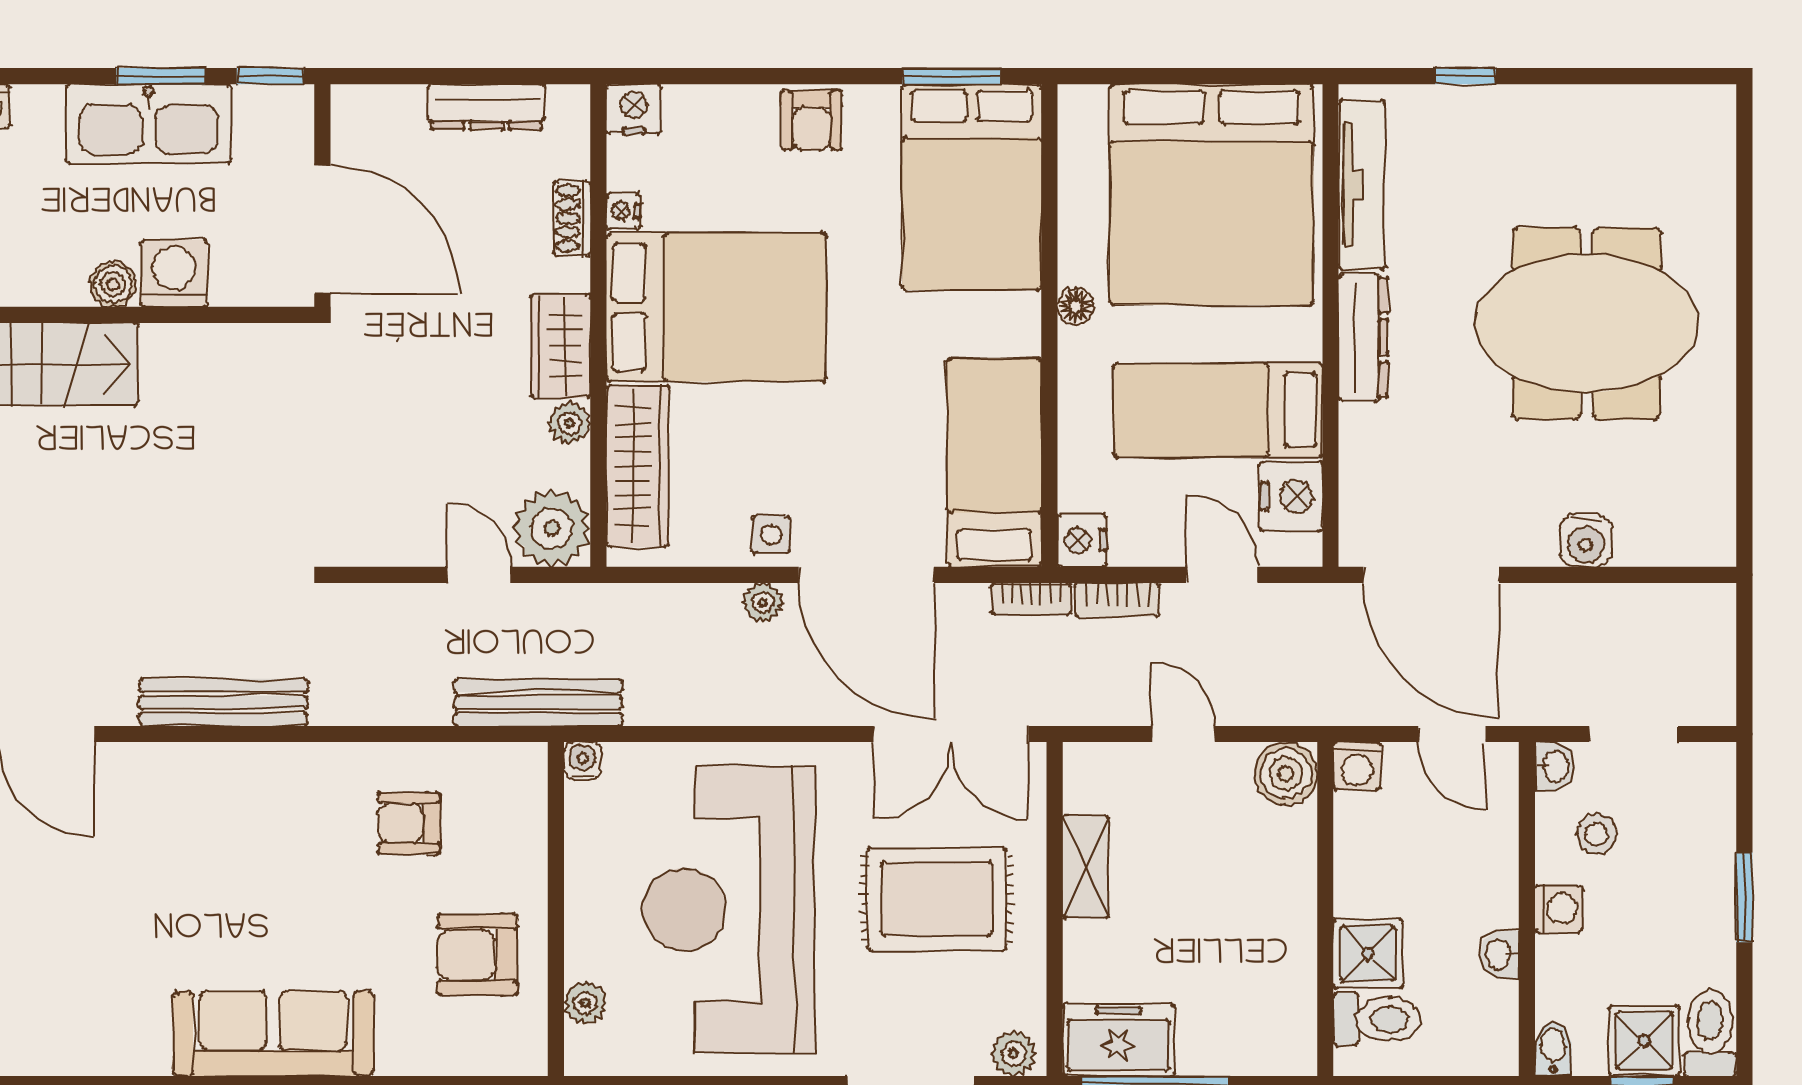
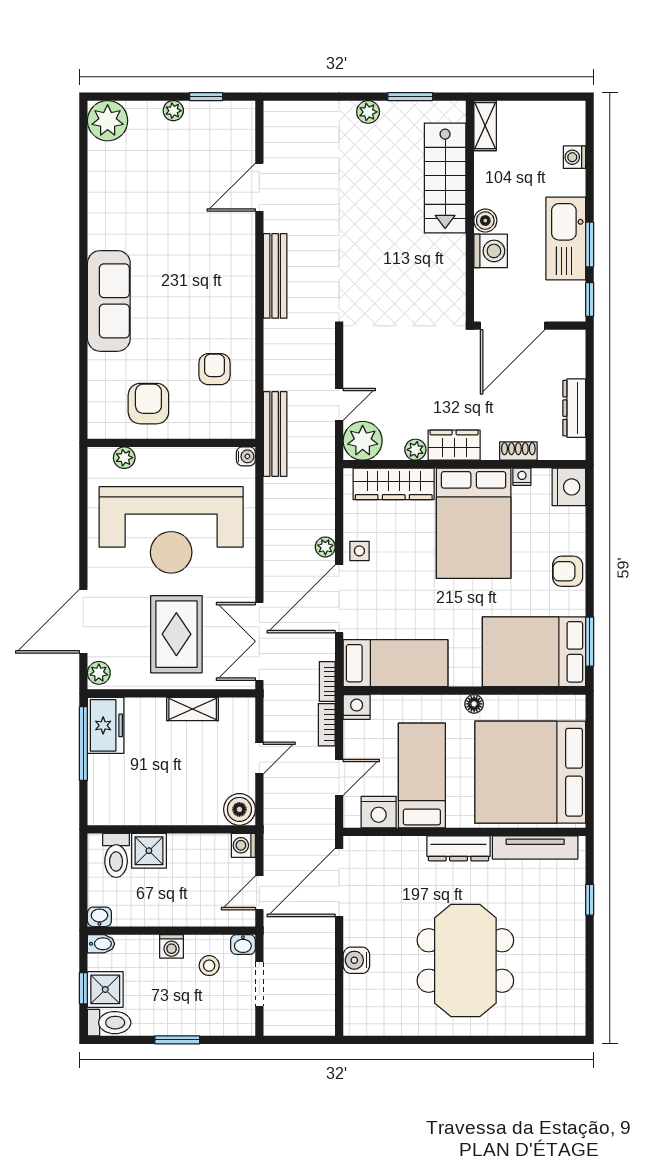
nightstand: (634, 109) -> (569, 487), width x1.36, depth x1.33
reception desk: (729, 909) -> (171, 530), turned 180
washbasin: (1500, 955) -> (99, 917), moved

